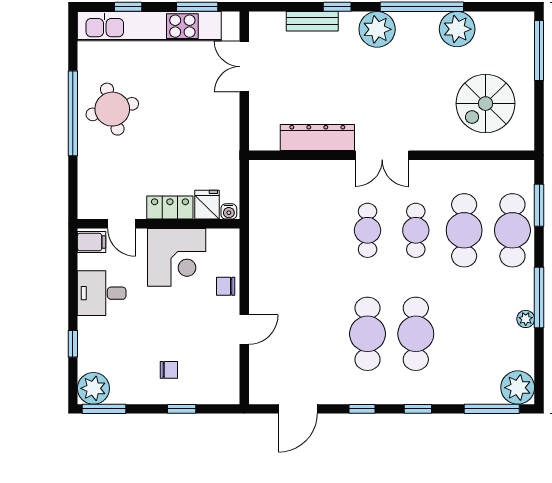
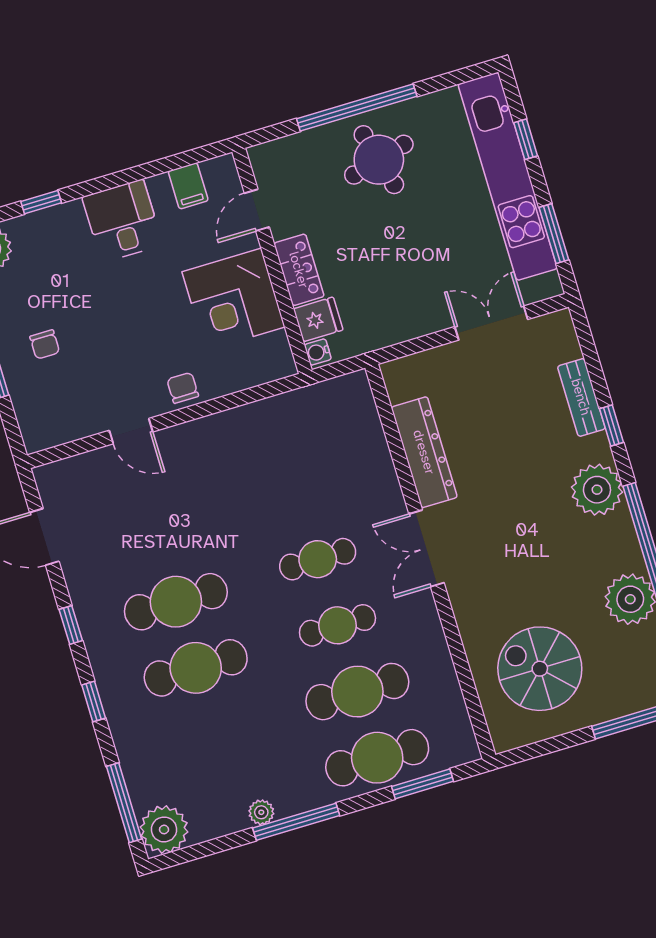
fridge: (207, 205) -> (318, 319), moved
locker: (170, 208) -> (299, 270), moved
water cooler: (229, 211) -> (318, 352), moved
door: (122, 224) -> (257, 210), moved
wall: (159, 224) -> (272, 261), moved
corner desk: (177, 257) -> (233, 299), moved

